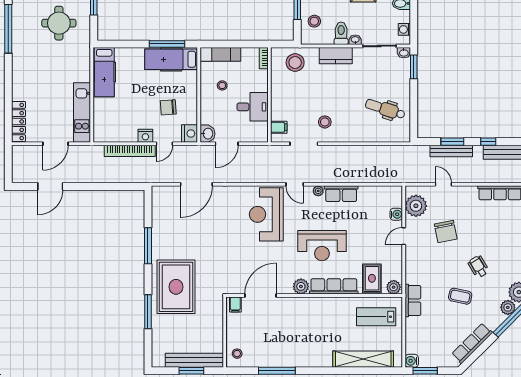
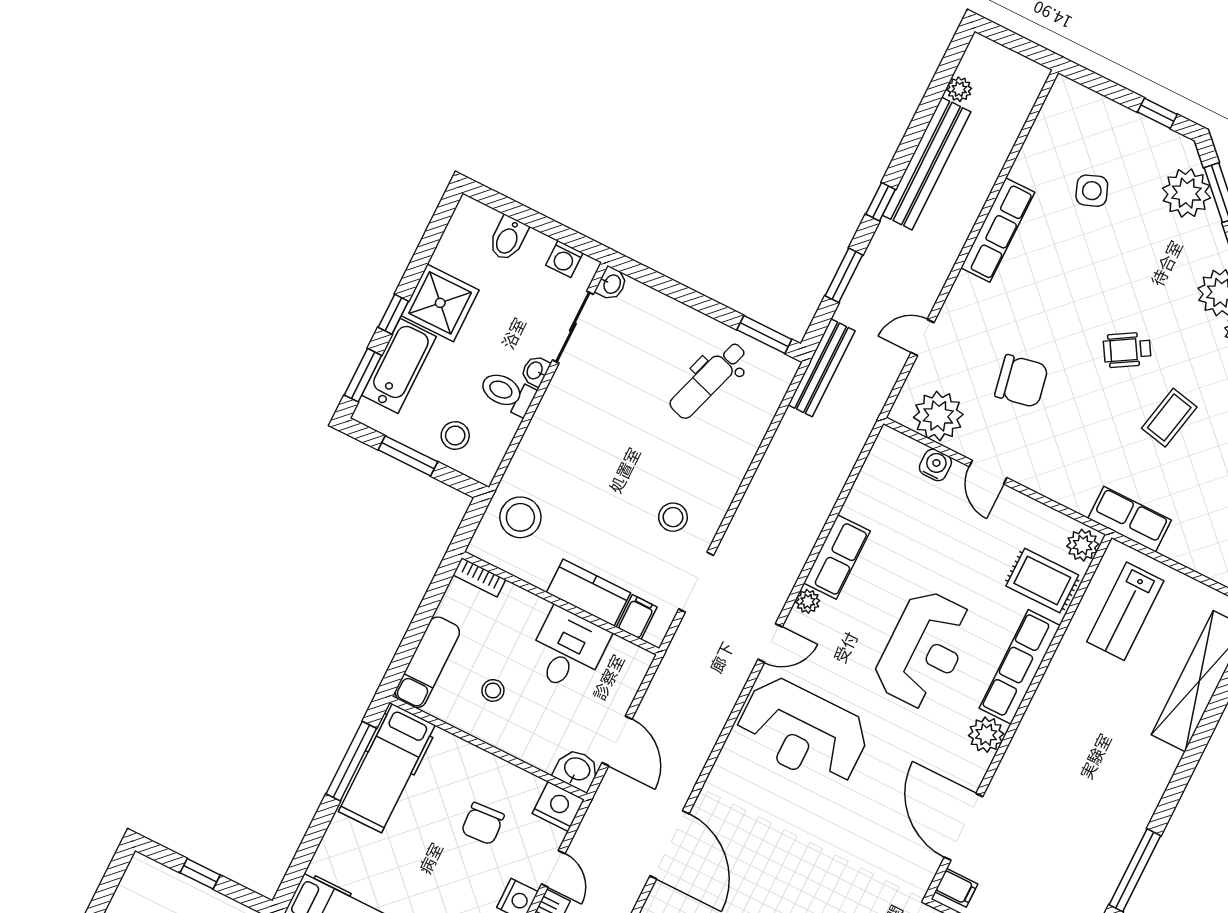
kitchen counter: (336, 56) -> (588, 593), moved, turned -90
window: (414, 67) -> (764, 335), moved
bench: (451, 151) -> (822, 368), moved

